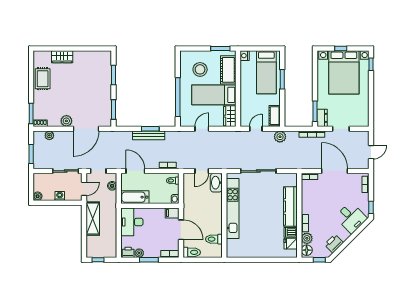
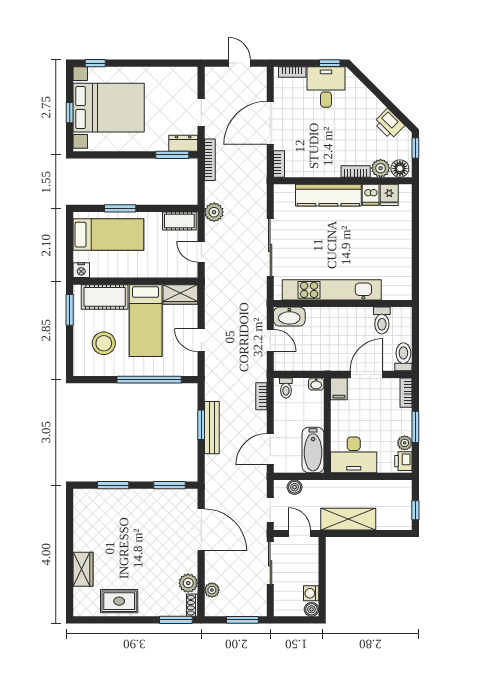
plant: (66, 121) -> (188, 583), moved
washing machine: (60, 196) -> (311, 593), moved
desk: (351, 218) -> (326, 87), moved, turned -45

